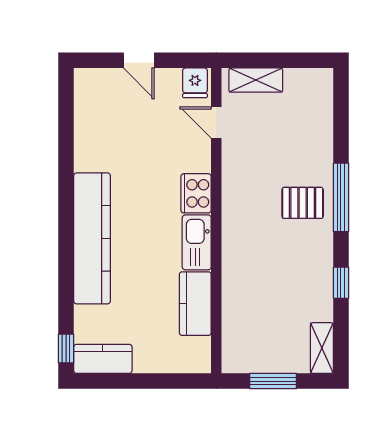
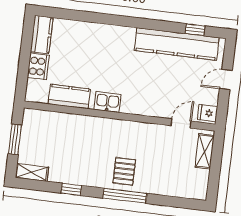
cooker: (196, 193) -> (38, 66), moved, turned 90
kitchen counter: (92, 238) -> (177, 44), moved
kitchen sink: (197, 242) -> (108, 102), width x0.73
window: (66, 349) -> (195, 30), moved

